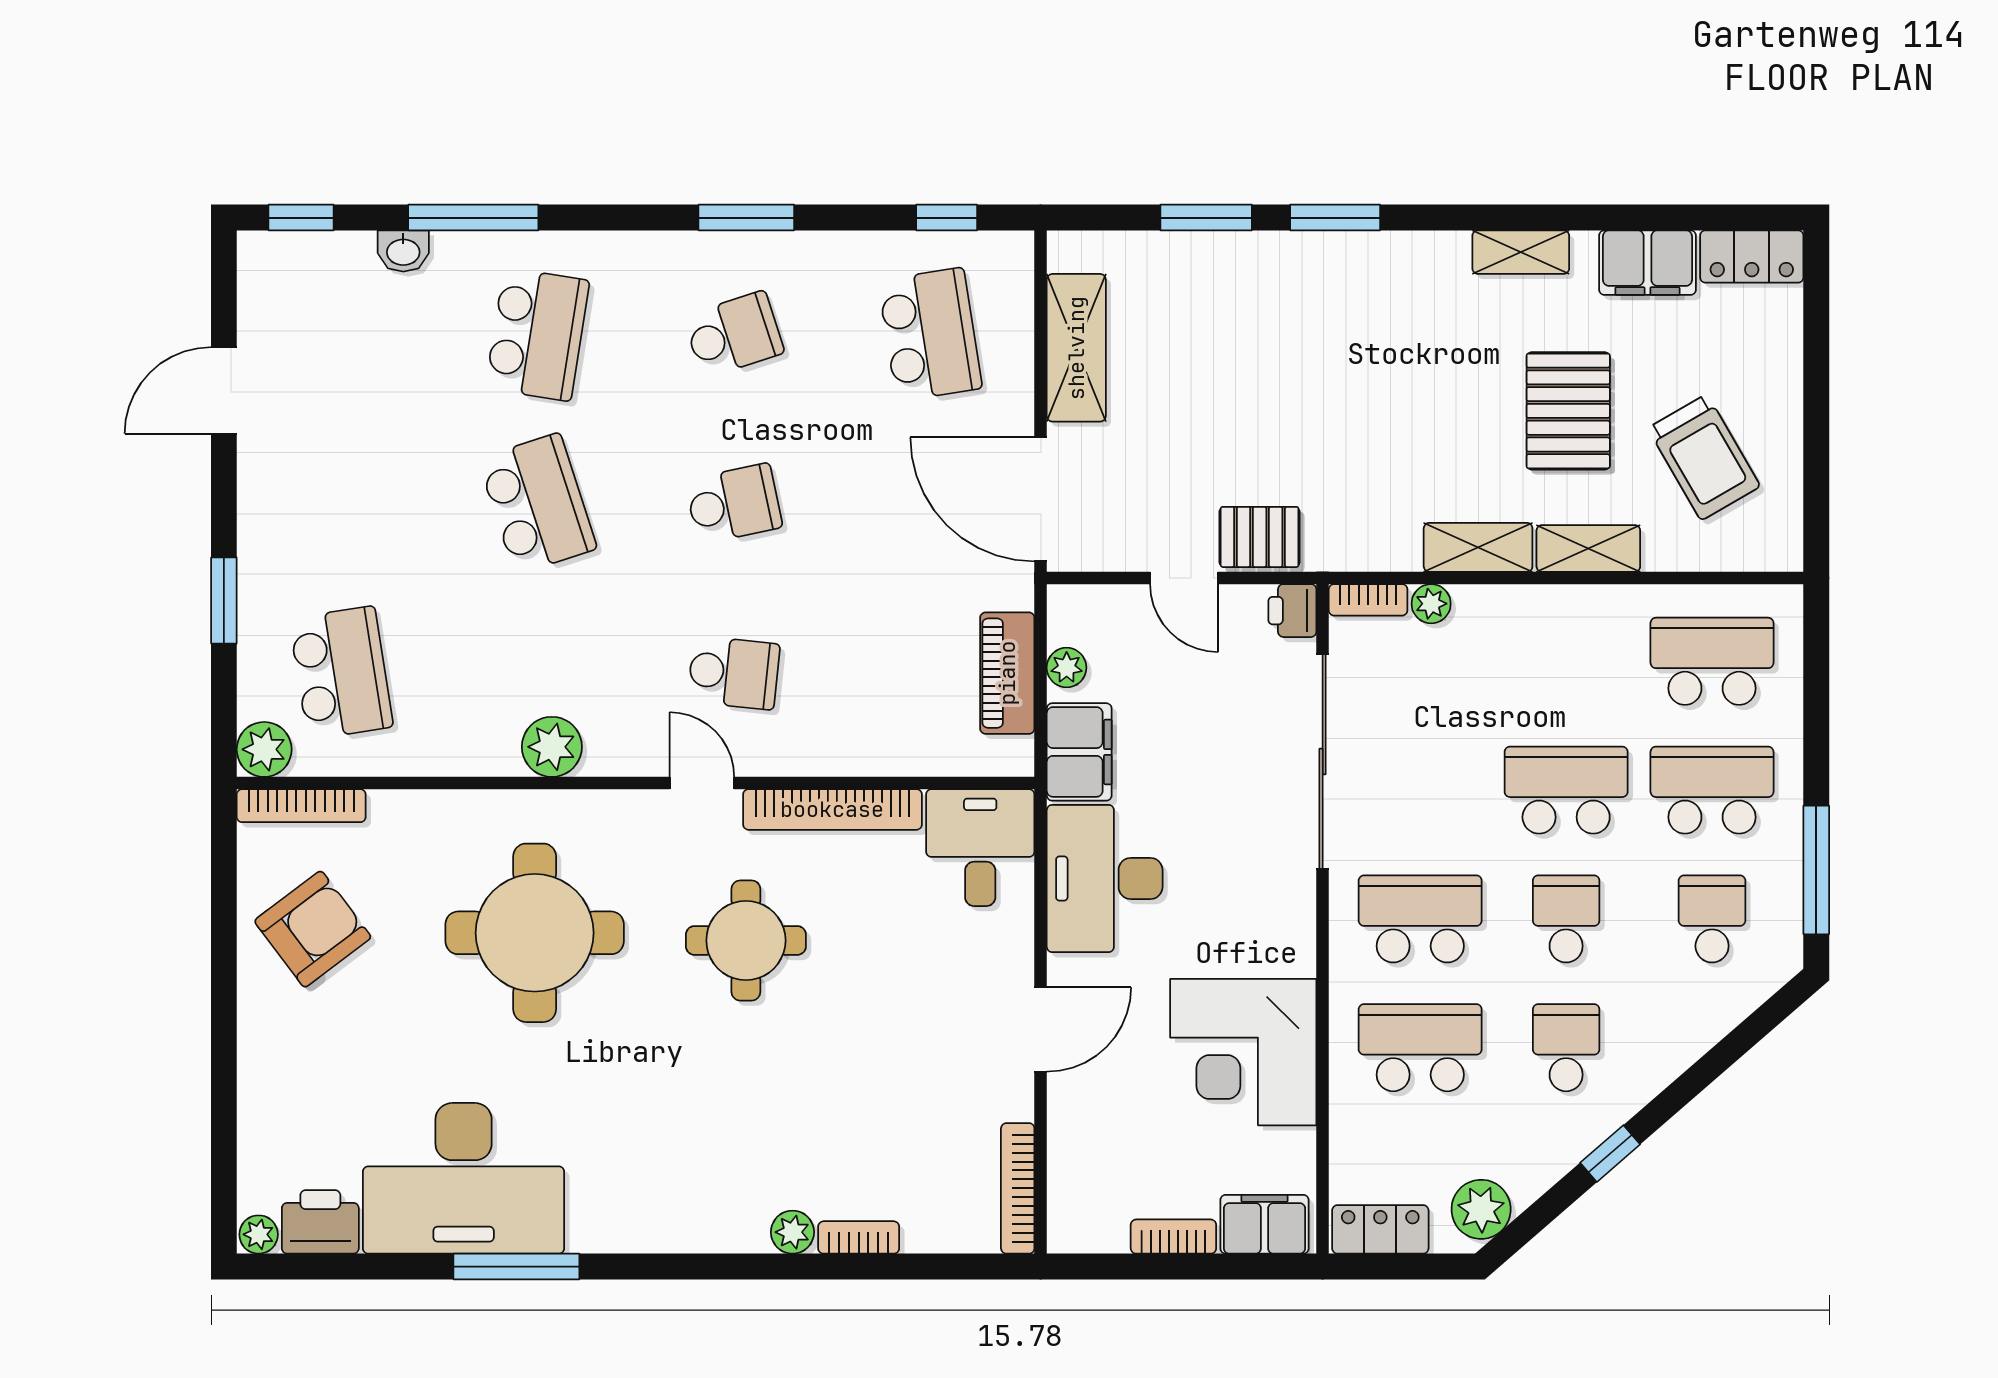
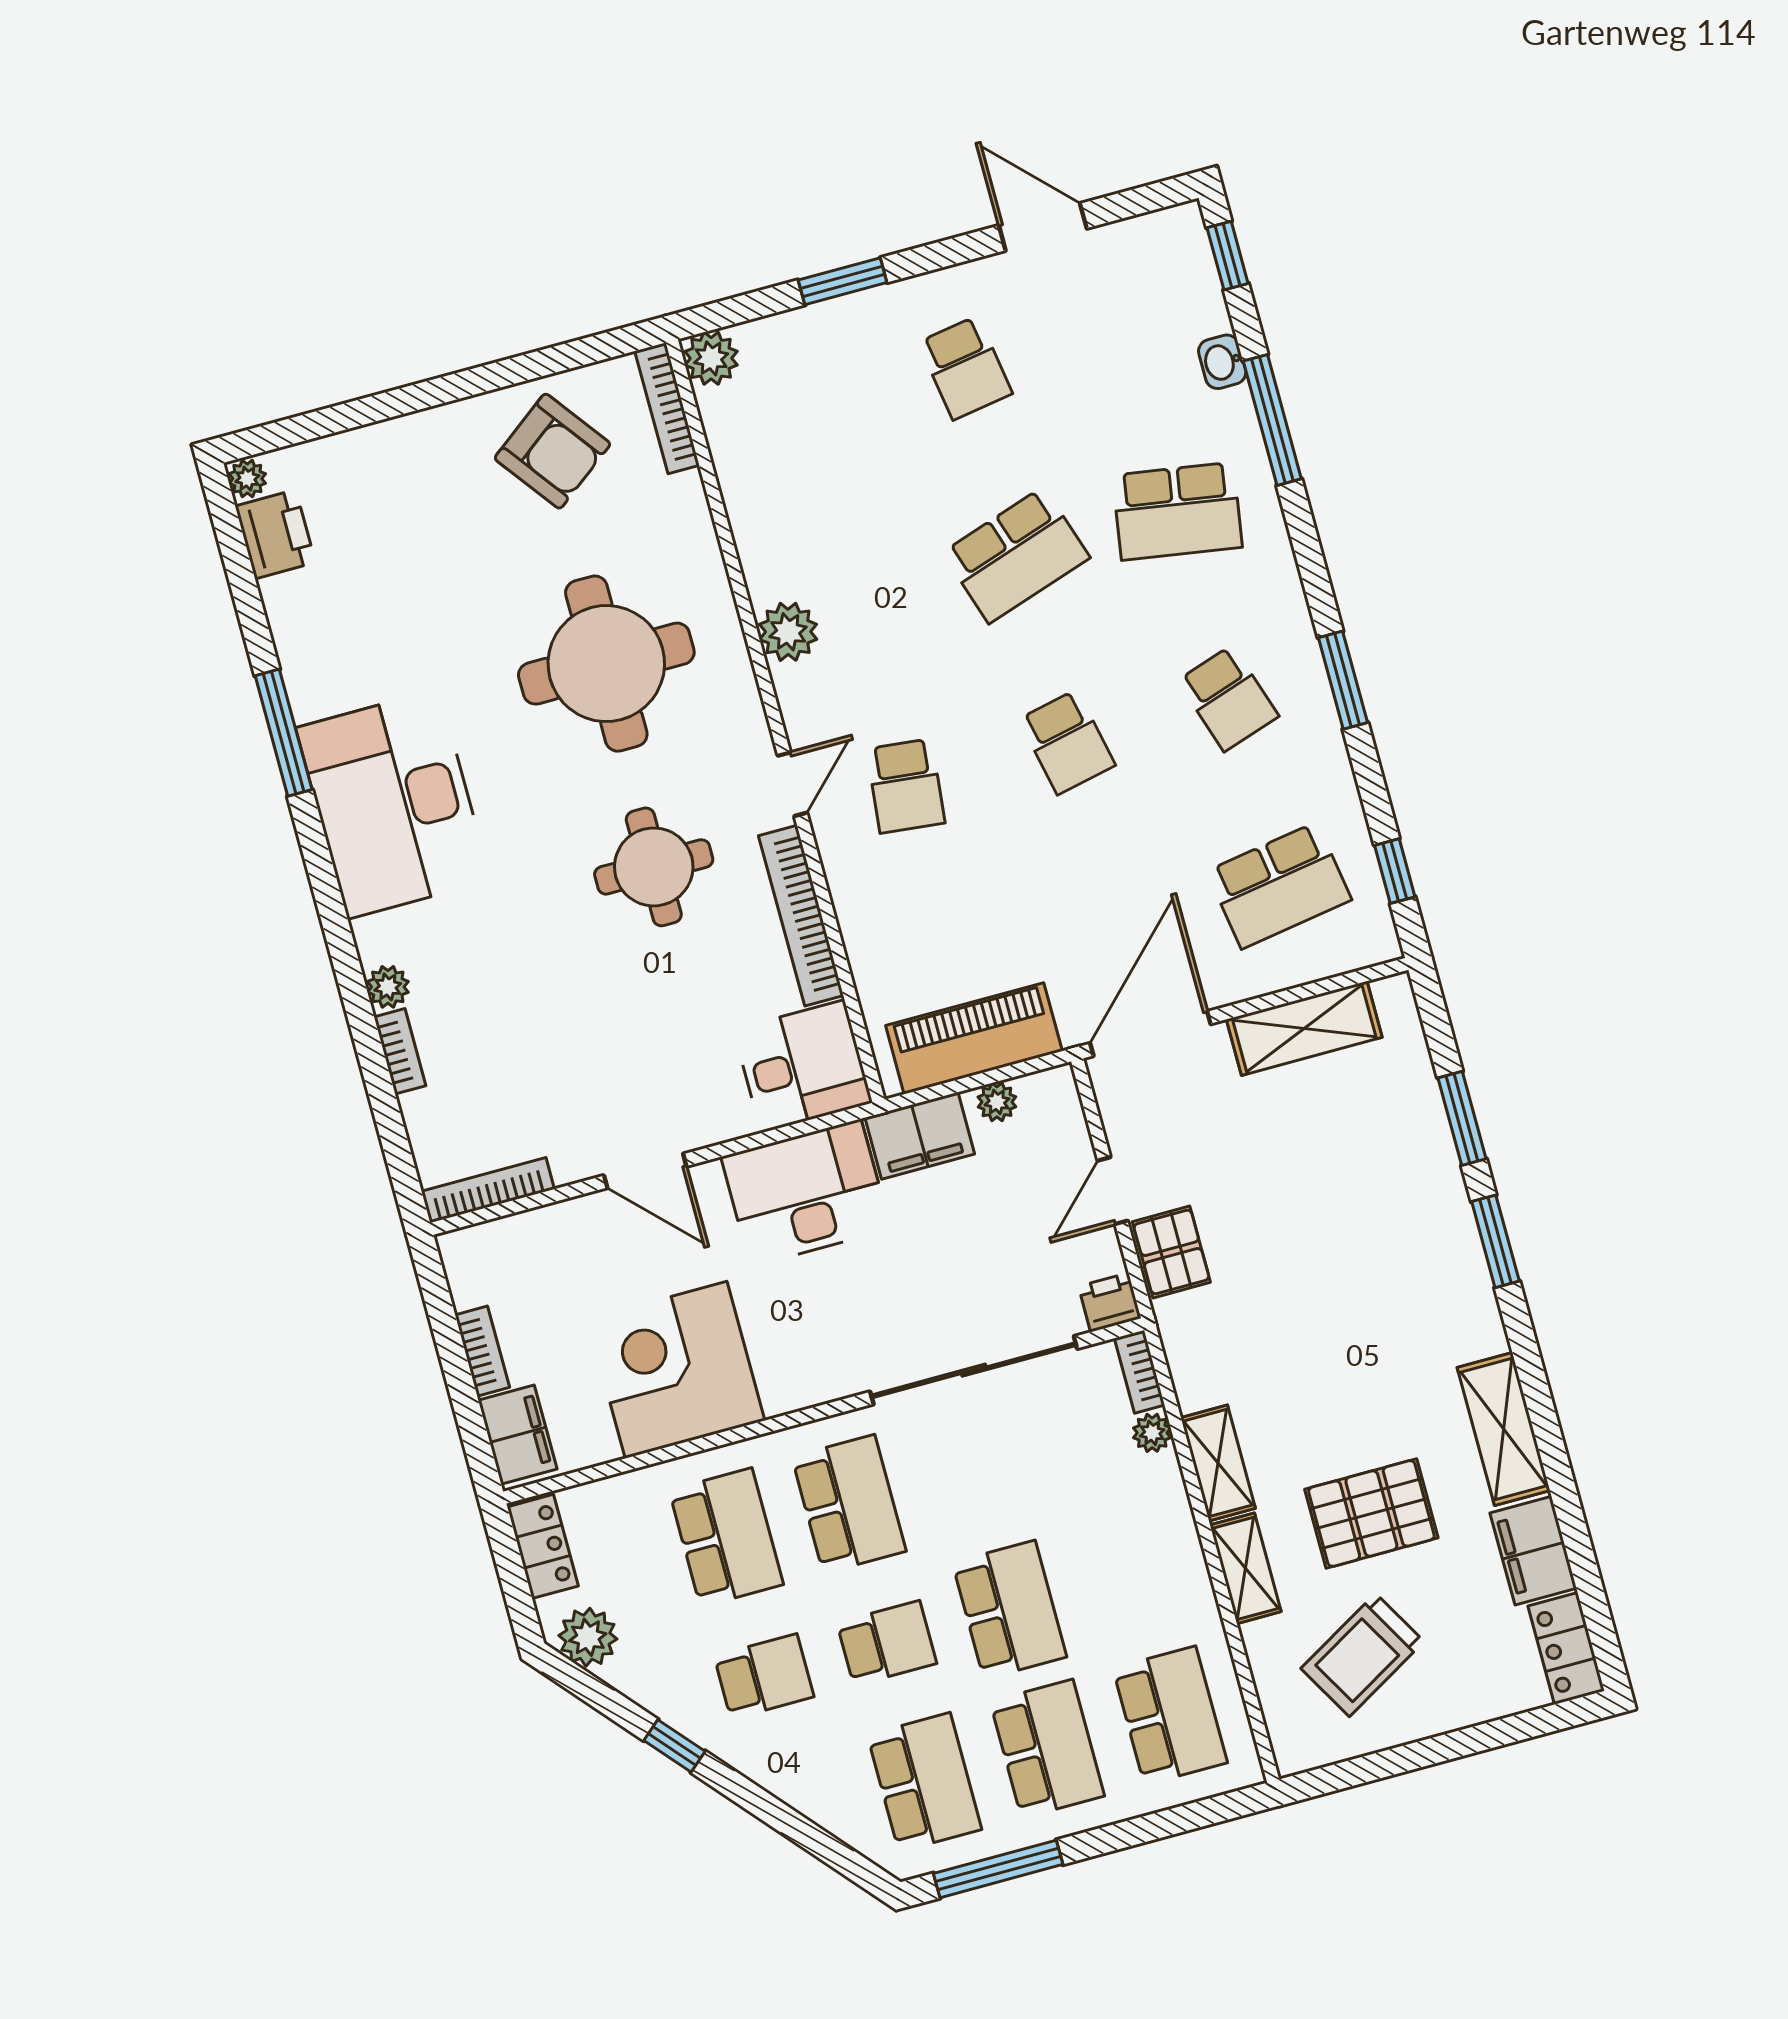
shelving: (1521, 252) -> (1504, 1429), width x1.50, depth x1.33
school desk: (341, 673) -> (965, 368), moved, width x0.54
piano: (1007, 673) -> (974, 1038), width x1.37, depth x1.33
school desk: (1712, 919) -> (924, 1782), width x1.85
desk: (464, 1178) -> (393, 804), moved

